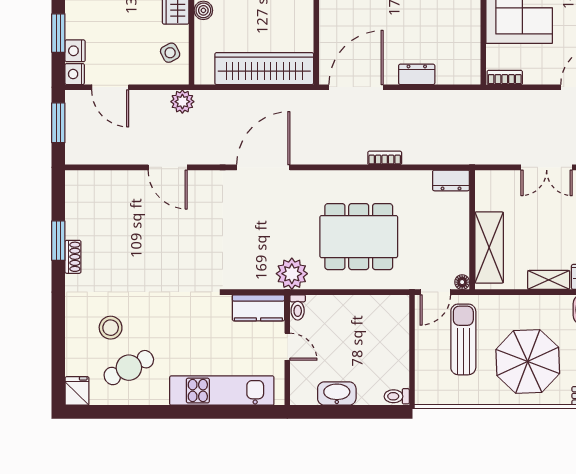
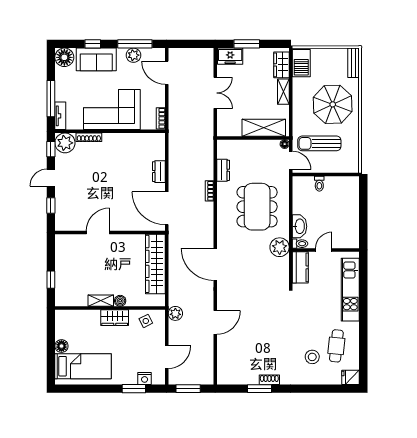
nightstand: (75, 74) -> (159, 379), removed
dresser: (451, 180) -> (223, 170), moved
cafe table: (129, 368) -> (336, 346), turned 33
washbasin: (337, 393) -> (299, 226), moved, turned 180
toilet: (397, 396) -> (319, 184), moved

